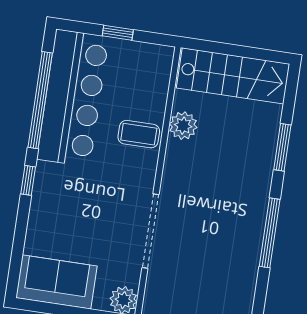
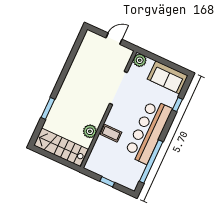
bar counter: (73, 98) -> (148, 131), moved
window: (28, 180) -> (177, 104), moved
window: (270, 233) -> (65, 71), removed

